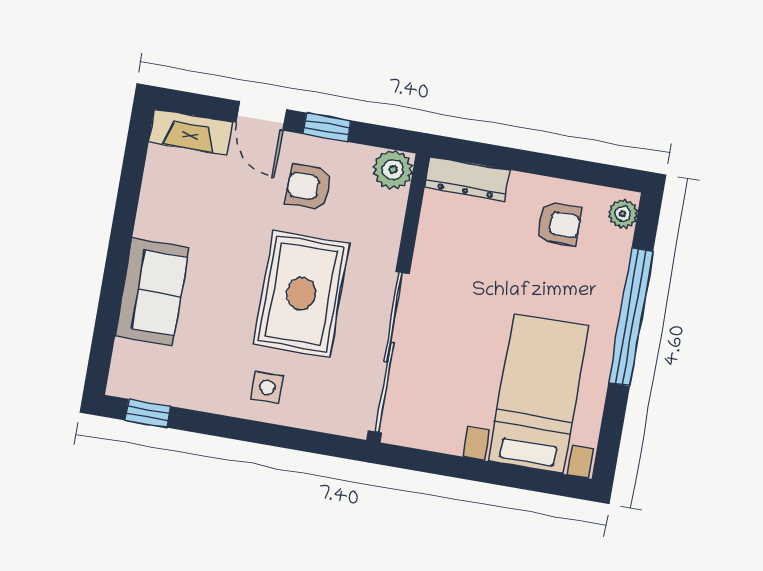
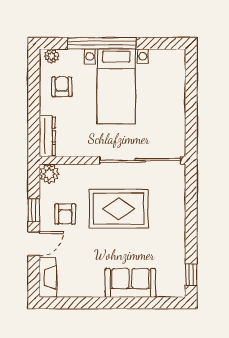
side table: (267, 387) -> (168, 217), removed
bed with nightstands: (538, 394) -> (116, 86), moved, turned -90

